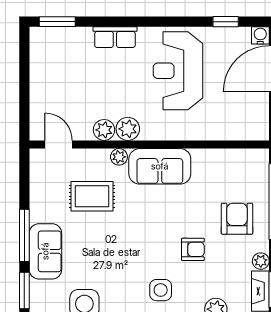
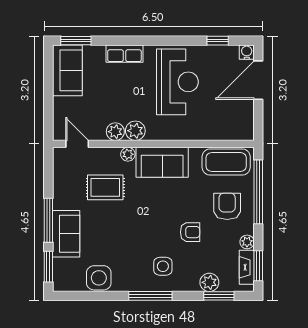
sofa: (47, 57) -> (67, 70), added
reception desk: (178, 71) -> (177, 82), turned 180
coffee table: (236, 166) -> (226, 162), added

